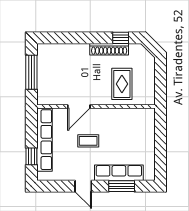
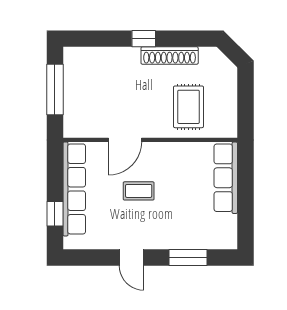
window: (121, 38) -> (144, 39), moved
row of seats: (119, 173) -> (226, 178), moved, turned -90

